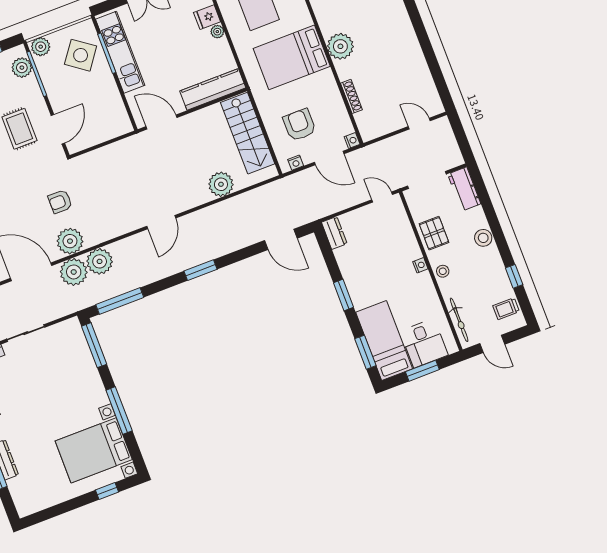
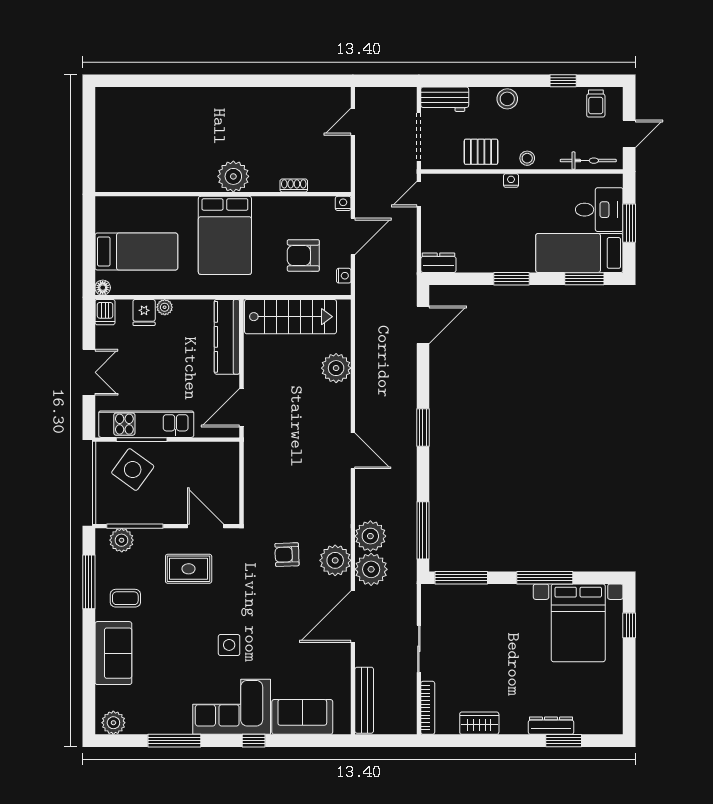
plant: (41, 47) -> (106, 510), removed
shoe rack: (351, 96) -> (294, 185), width x0.70
armchair: (60, 202) -> (287, 555), turned 88

